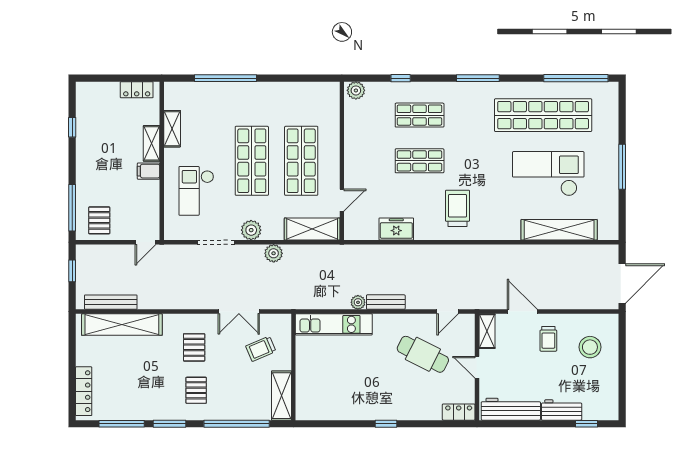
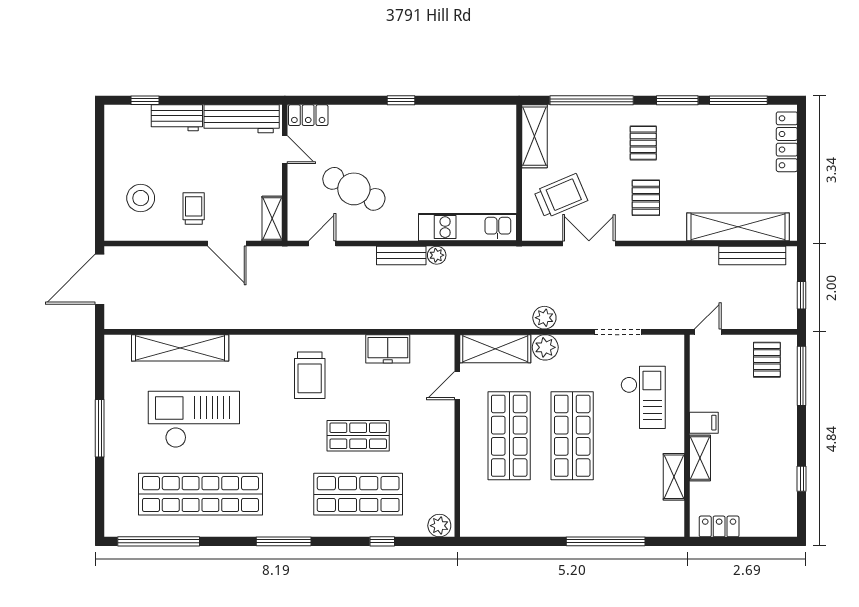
shop shelf: (420, 115) -> (358, 494), width x1.43, depth x1.36
checkout: (548, 174) -> (194, 419), turned 180
plant: (251, 230) -> (545, 347), moved
trolley: (261, 349) -> (561, 196), width x1.36, depth x1.39
door: (477, 367) -> (285, 150), moved

